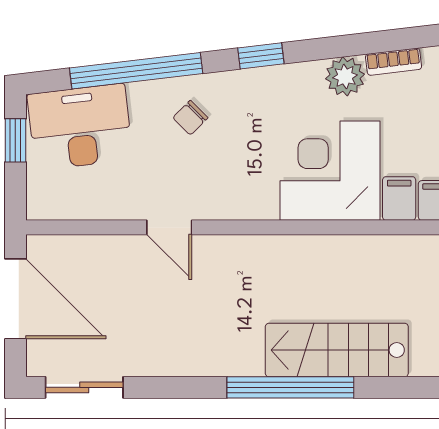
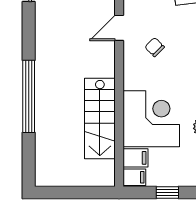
chair: (190, 118) -> (155, 47), moved
stairs: (337, 350) -> (100, 118), moved, turned 180

